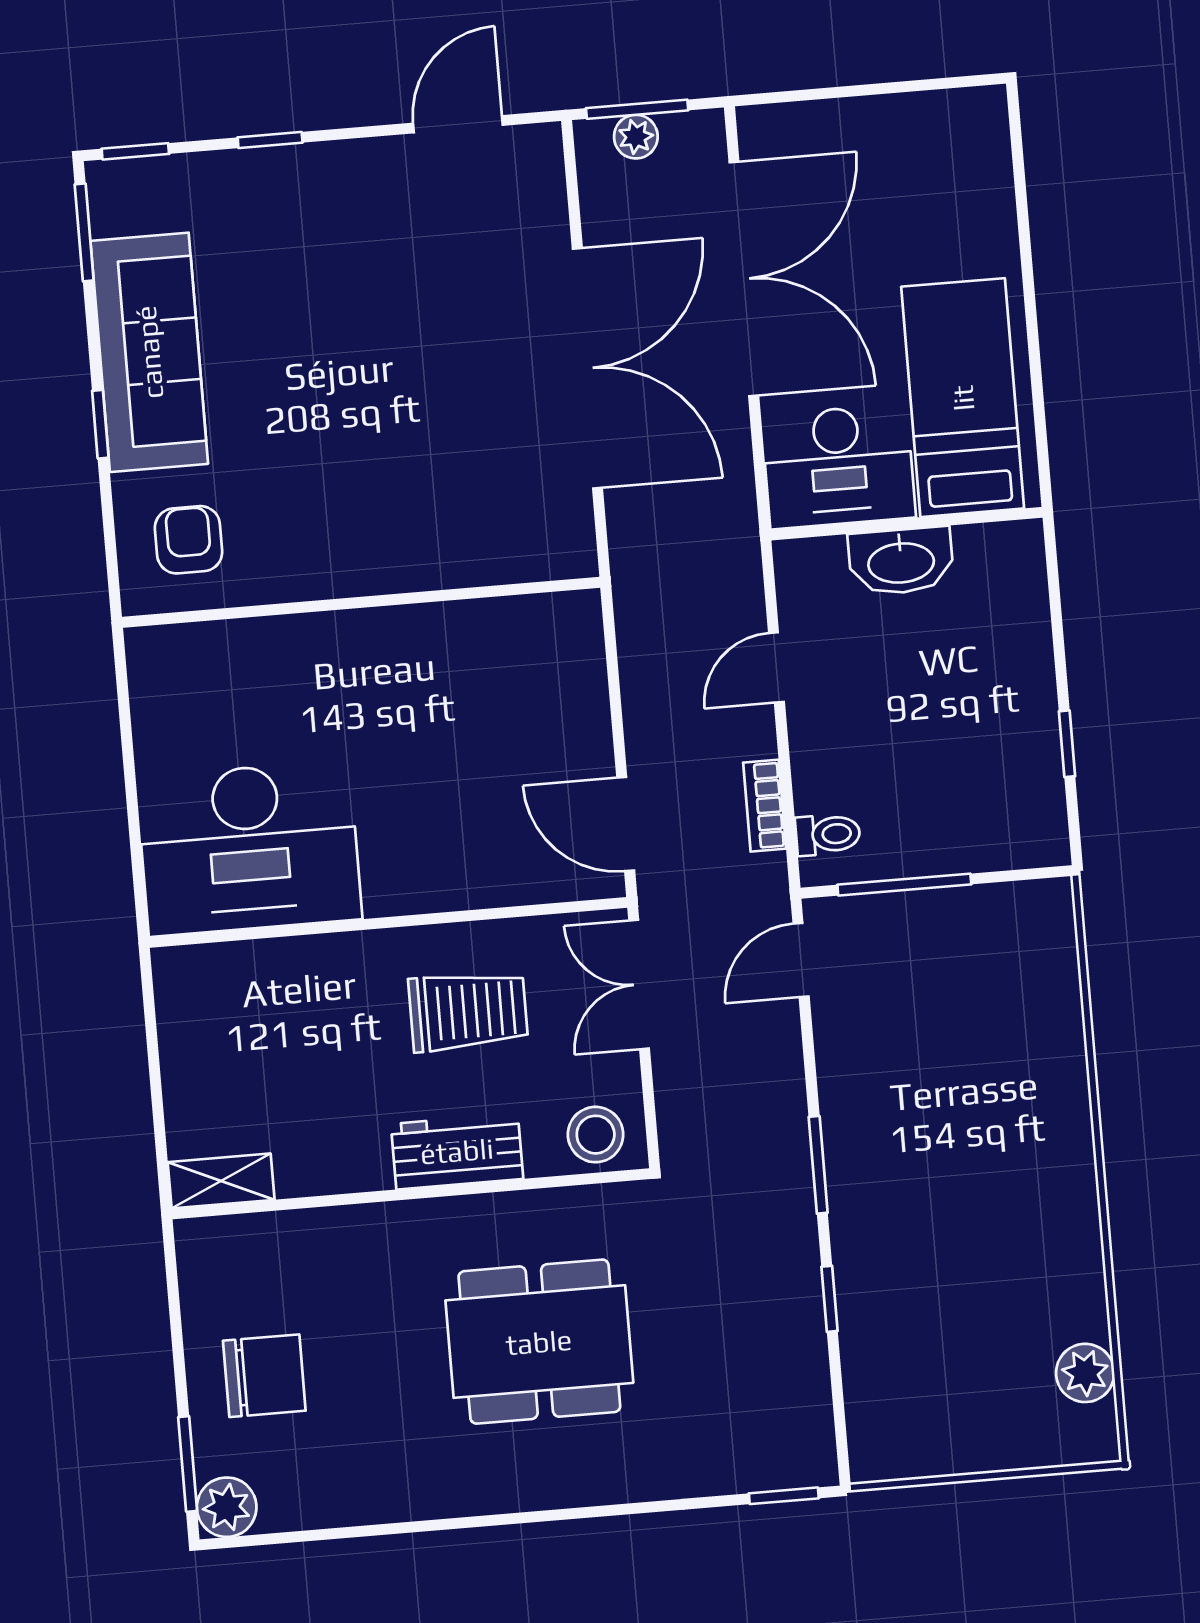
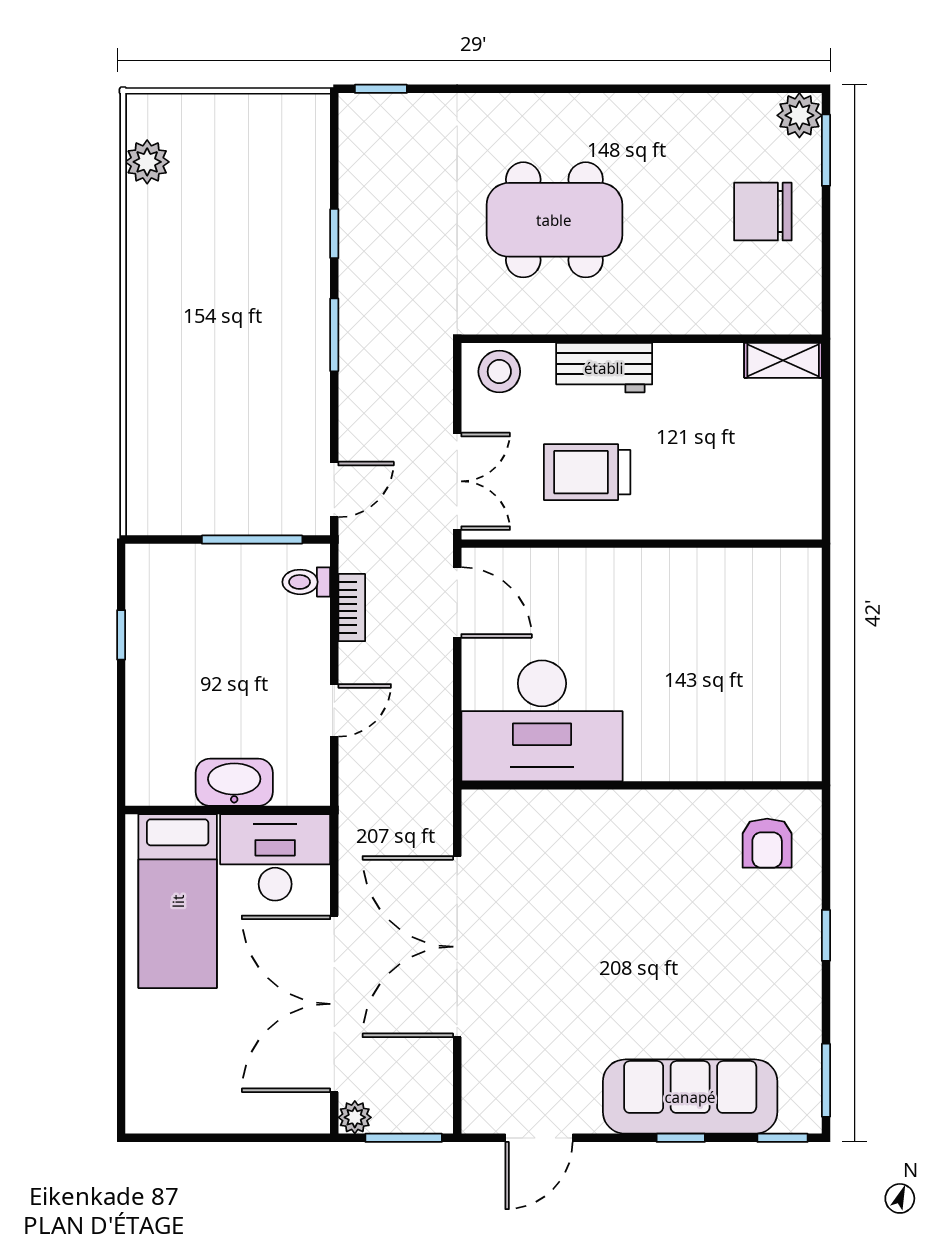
plant: (636, 137) -> (355, 1117), moved
sofa: (149, 352) -> (690, 1097), moved, turned 90
desk: (249, 848) -> (542, 721), moved, turned 180

